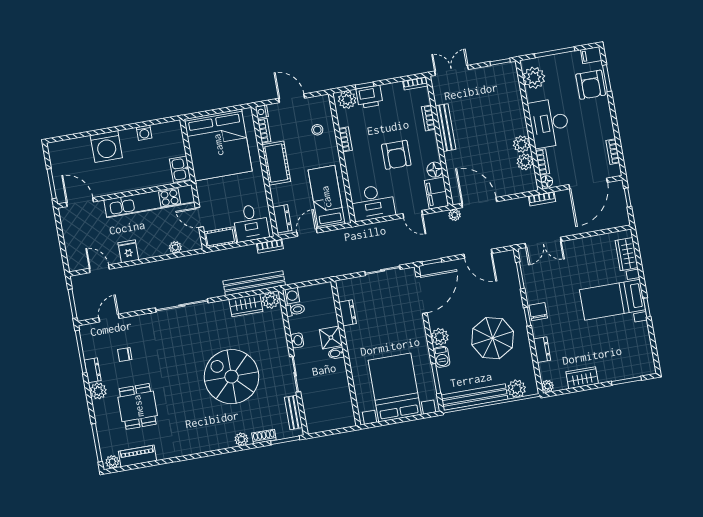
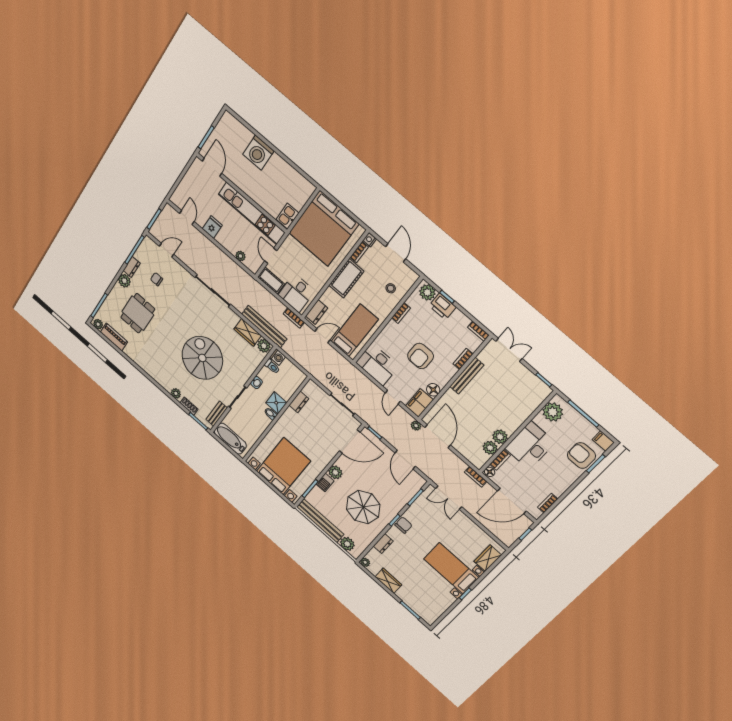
armchair: (591, 85) -> (581, 455), turned 90
washing machine: (144, 133) -> (288, 170), removed
bathtub: (327, 421) -> (230, 439), added

